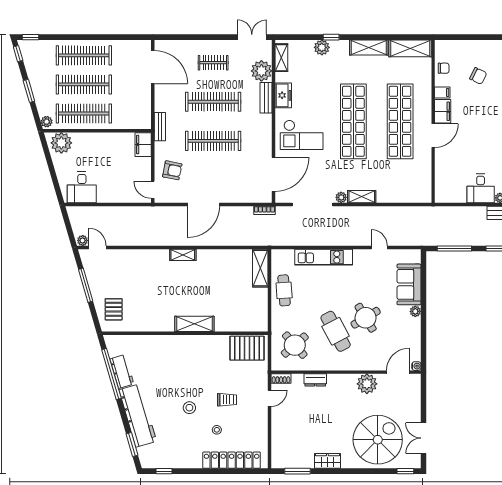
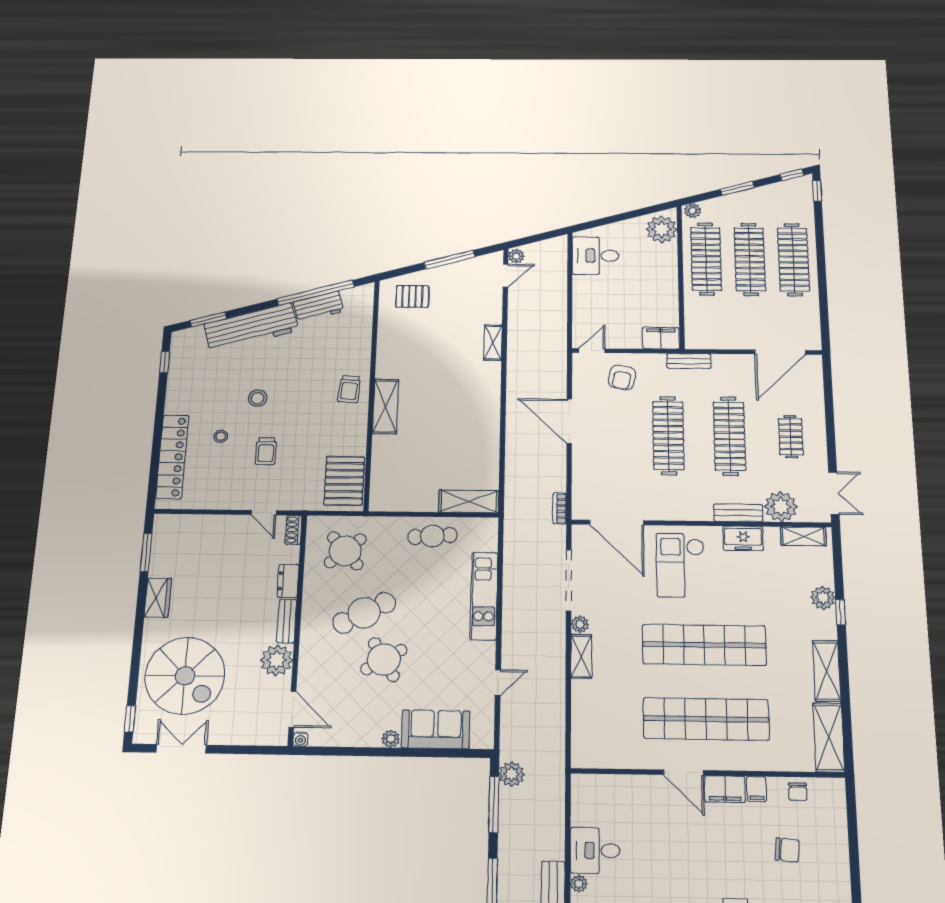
chair: (478, 76) -> (787, 850), turned -111
plant: (436, 238) -> (512, 774), added
shelving: (183, 255) -> (493, 343), moved
trolley: (182, 348) -> (349, 389), added
bench: (342, 379) -> (287, 621), added

